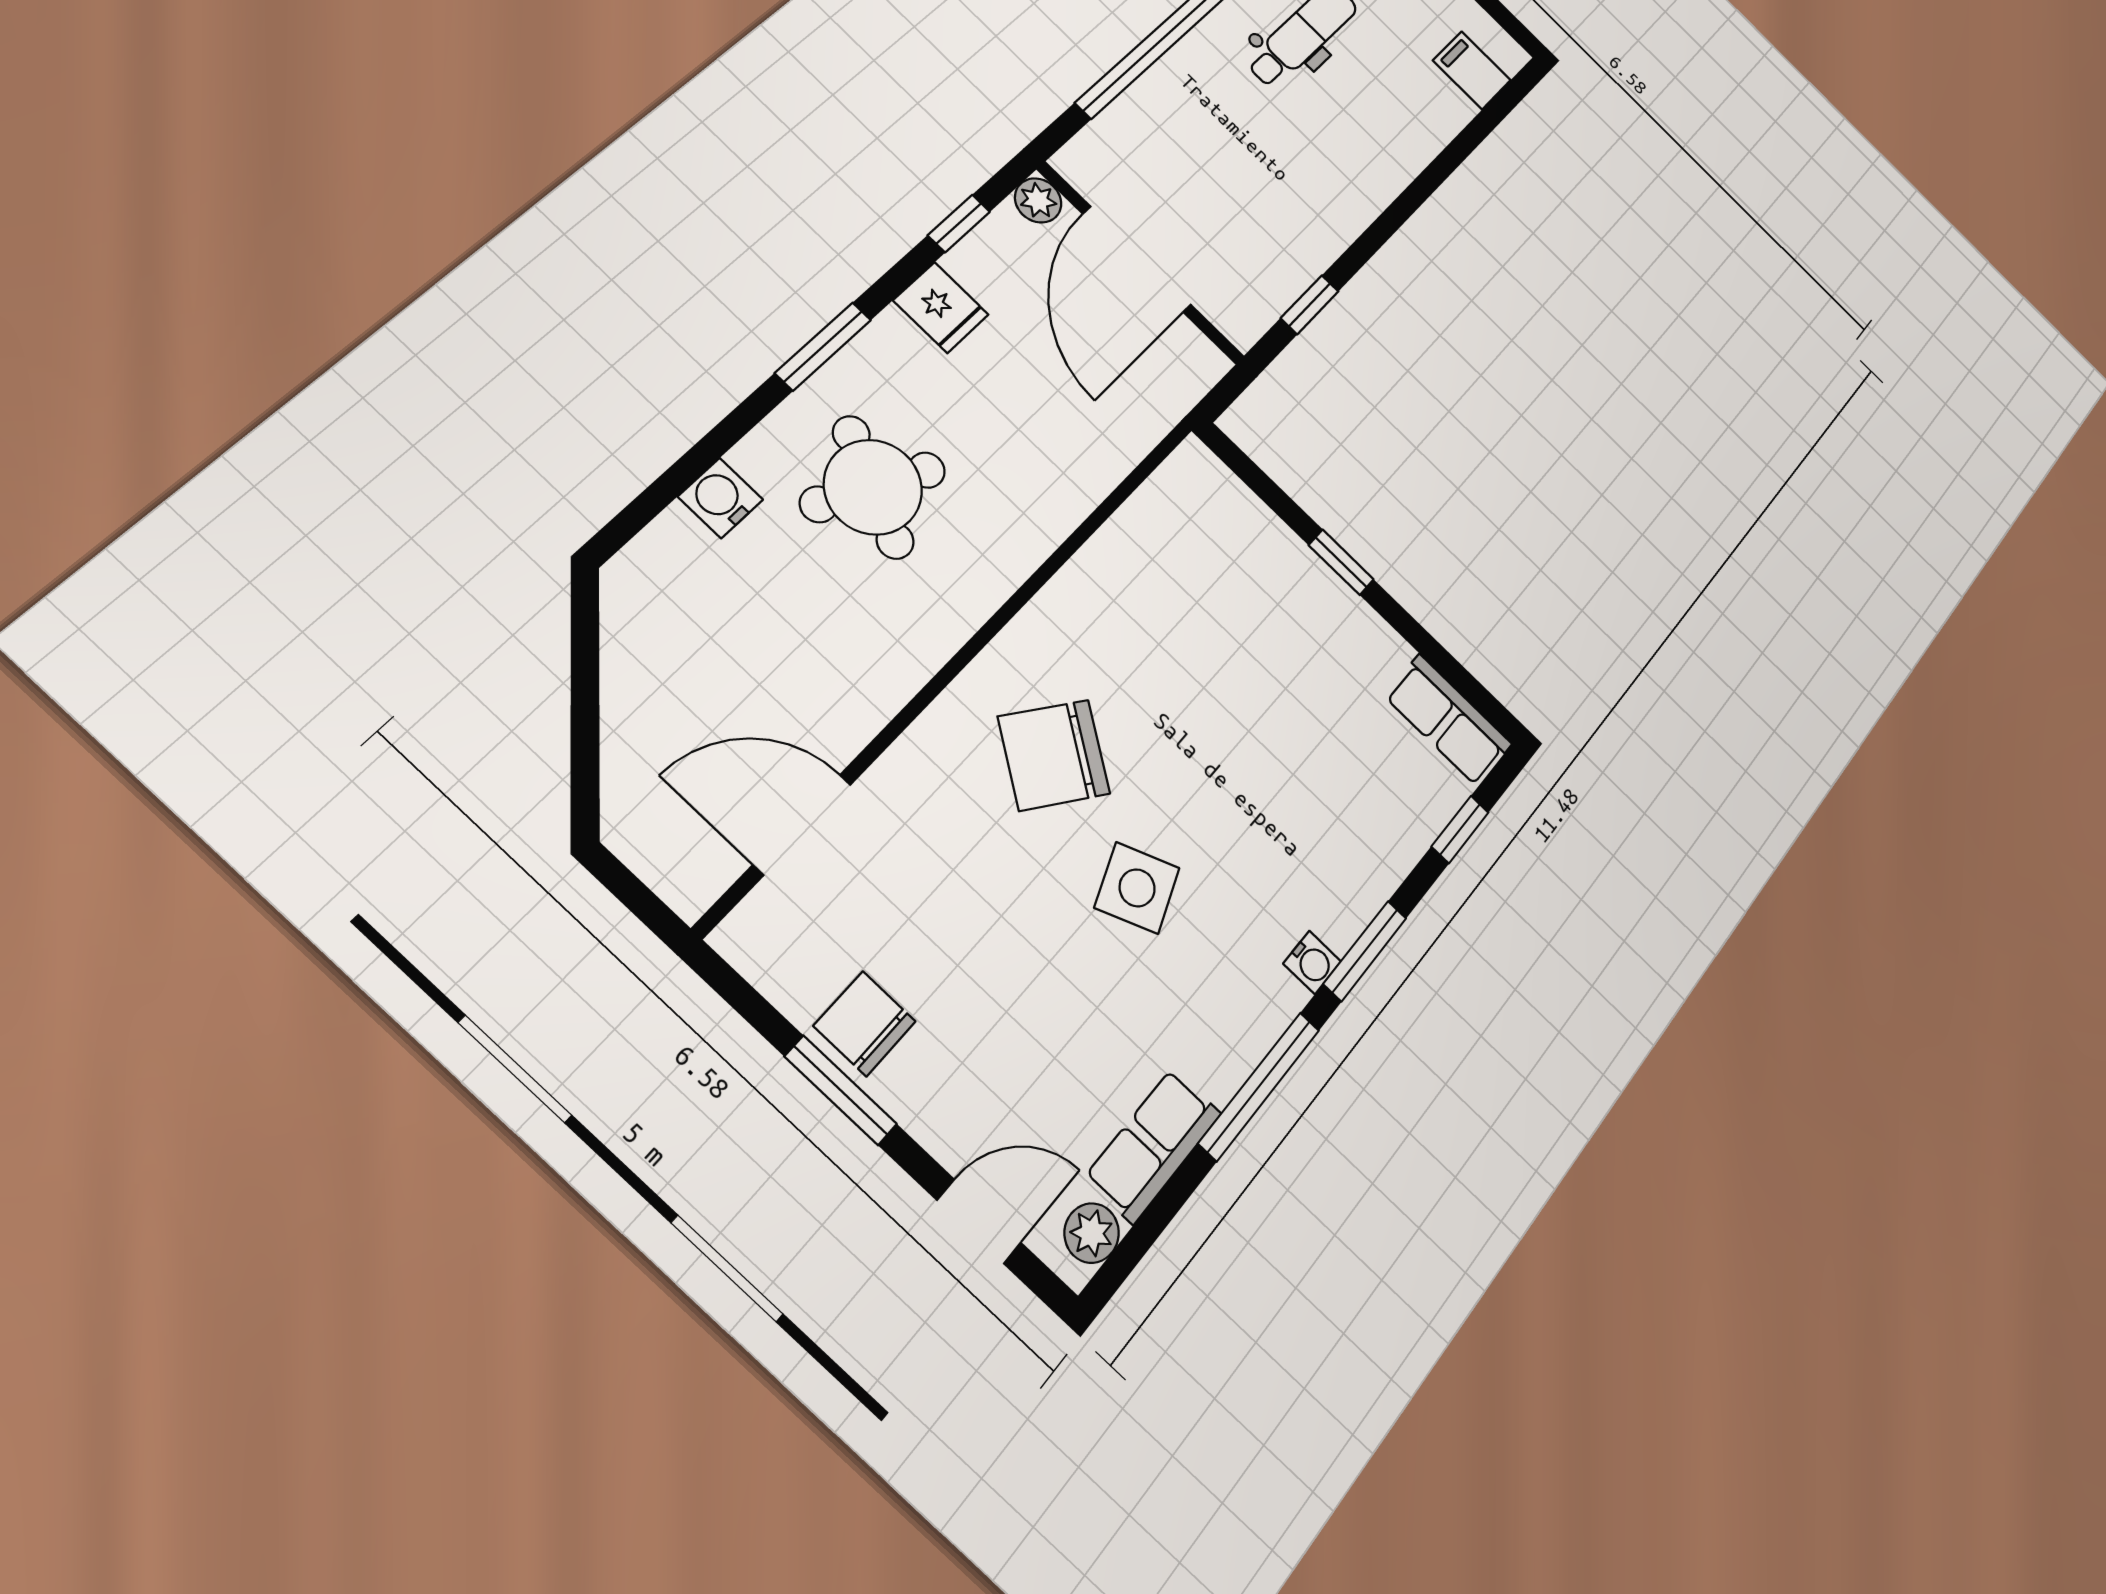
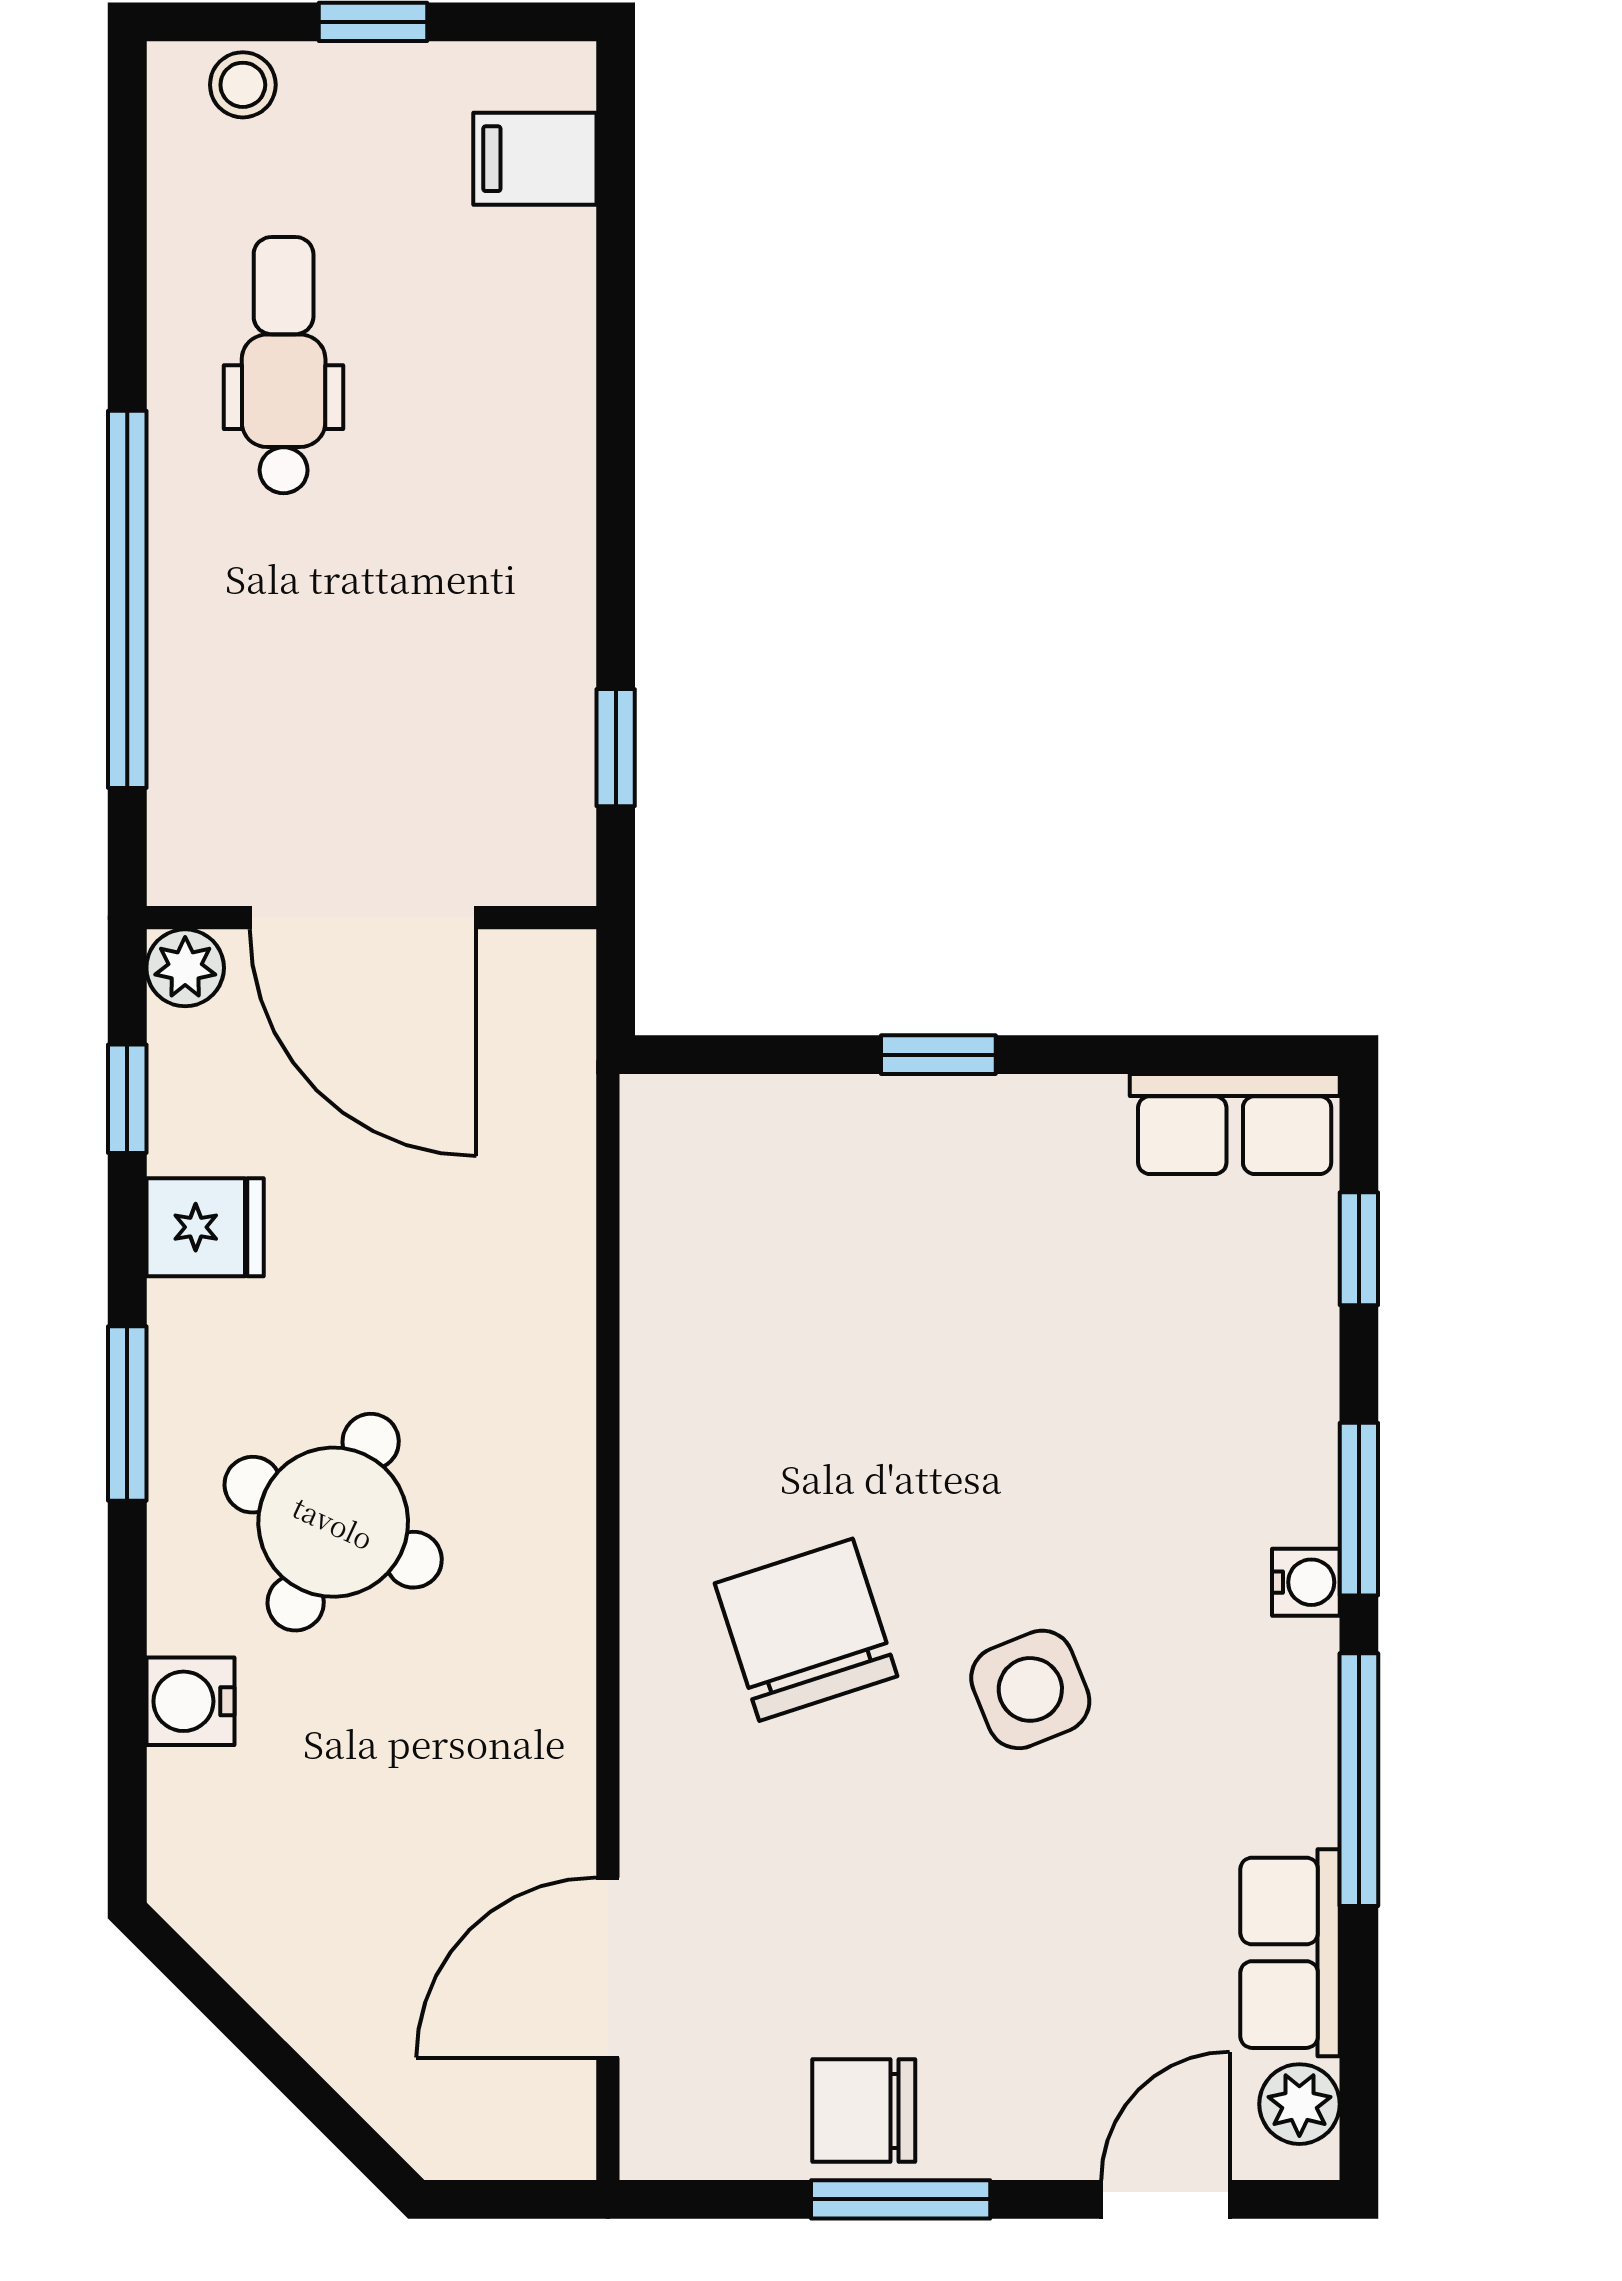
chair: (1054, 755) -> (806, 1630), turned 127

